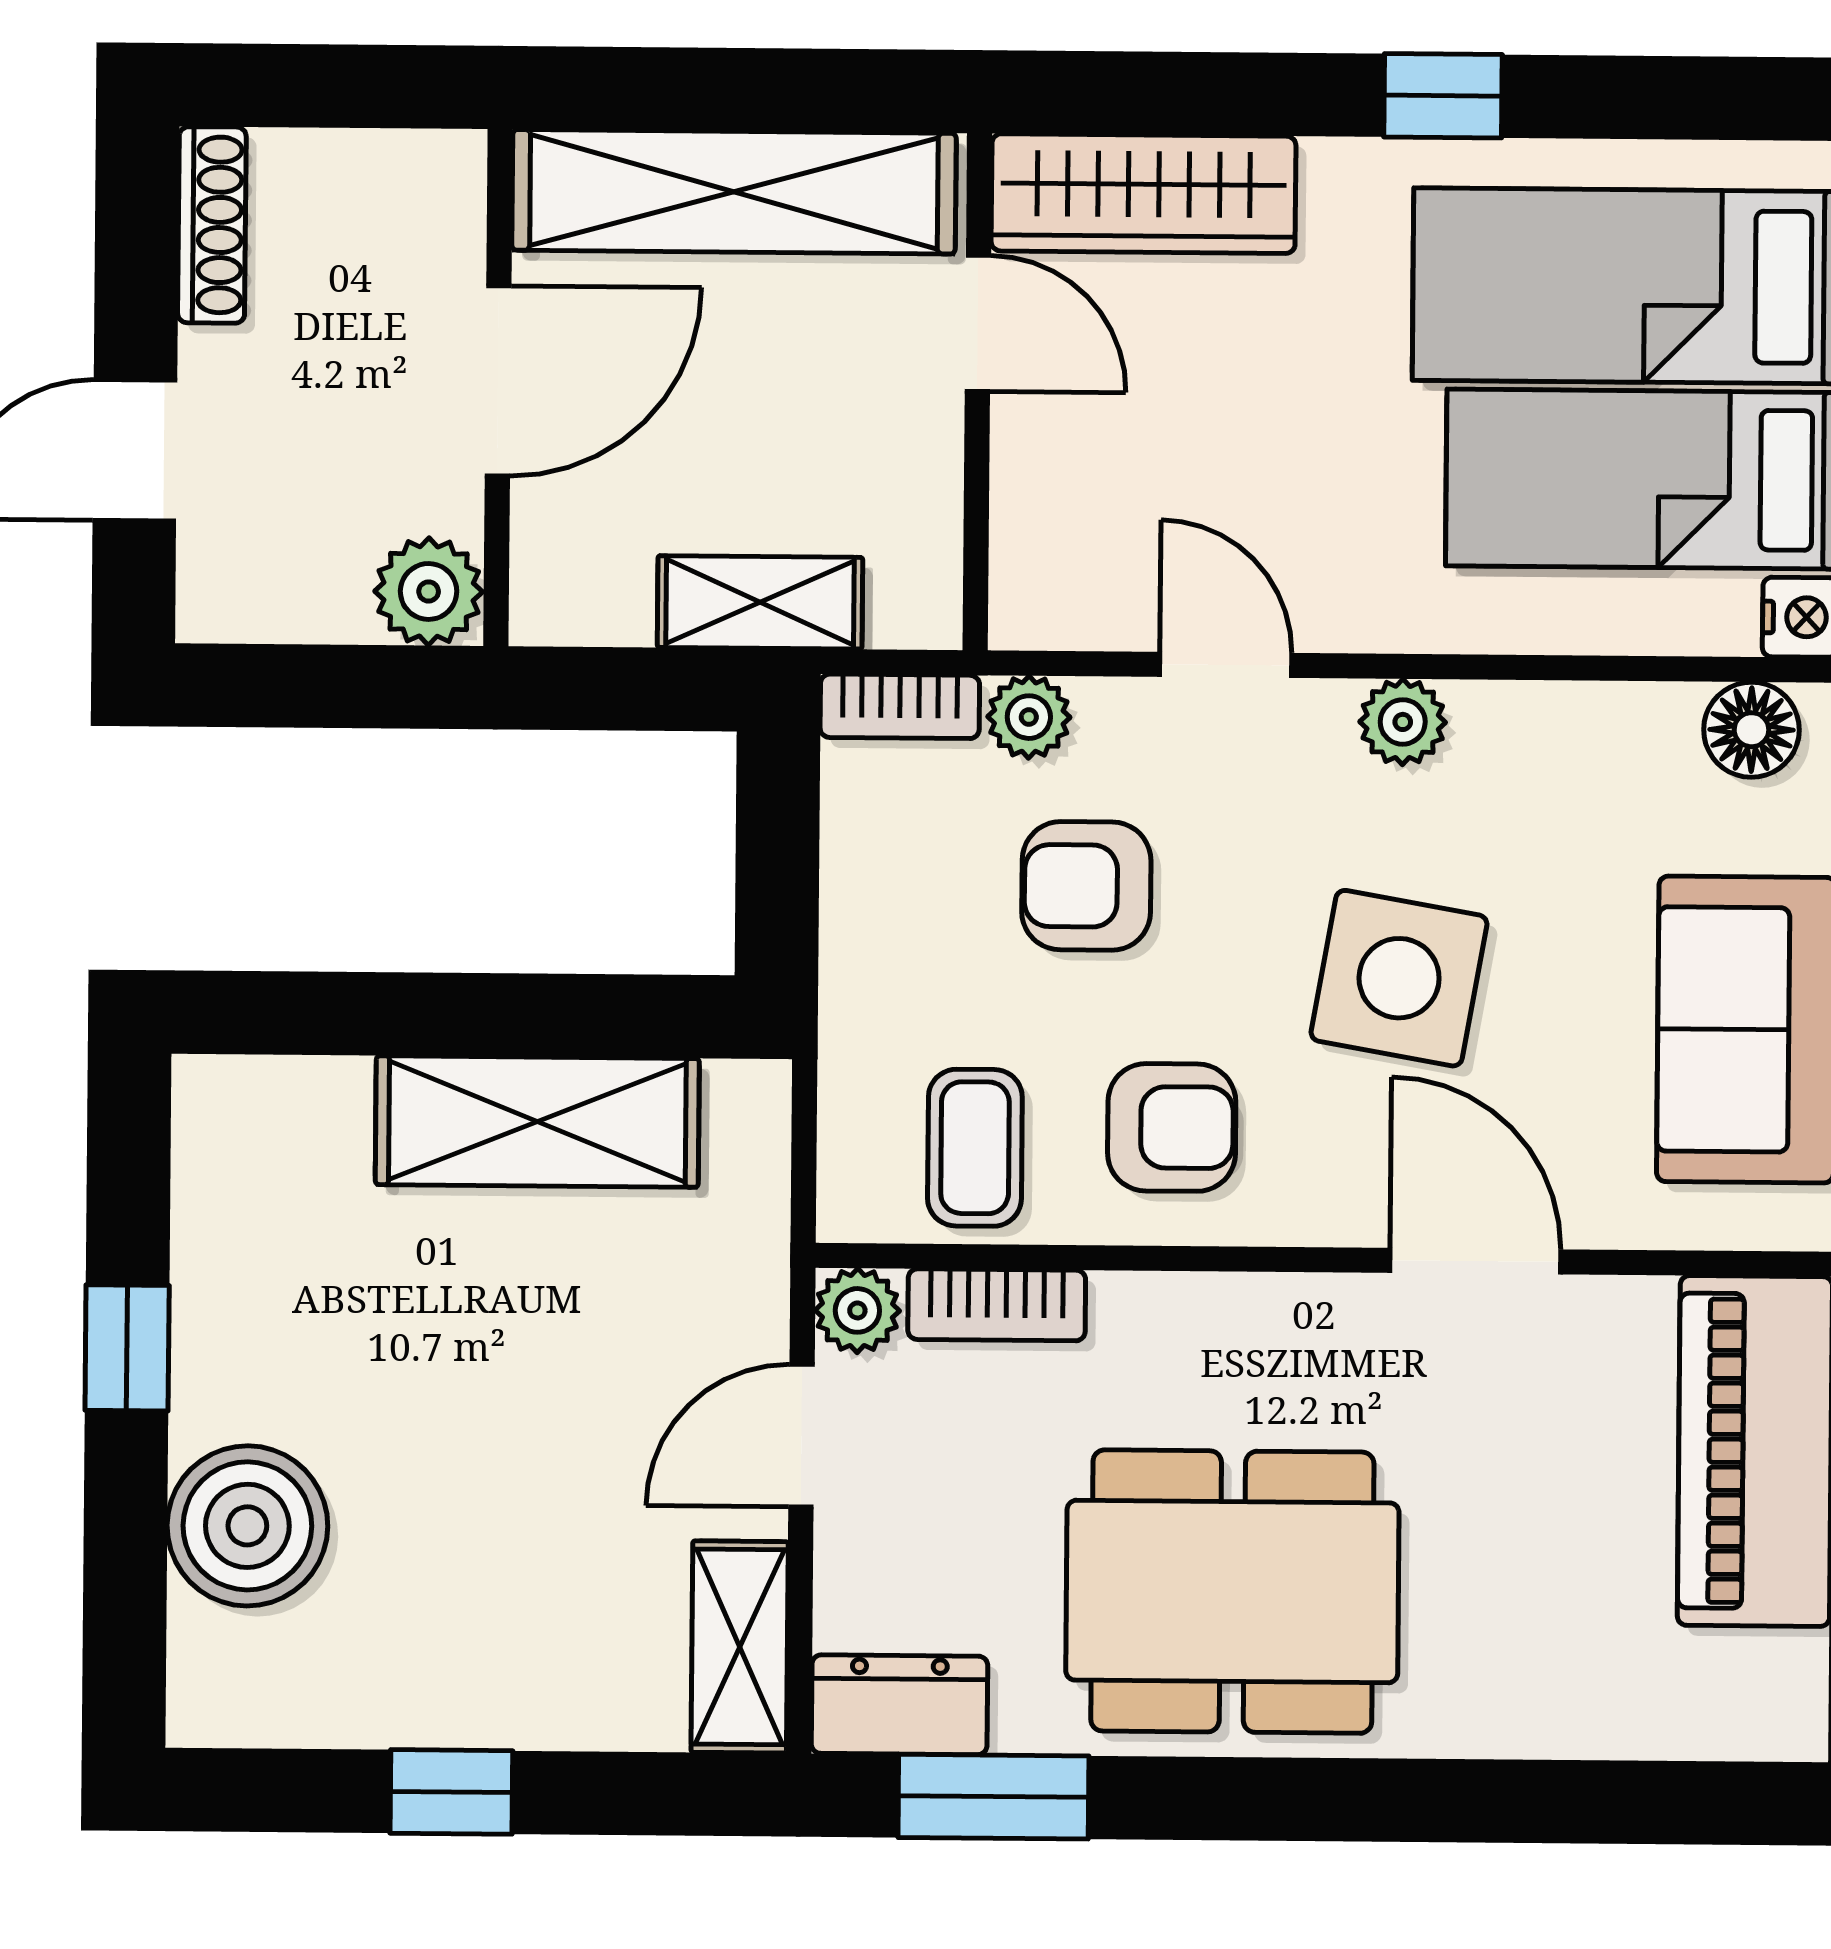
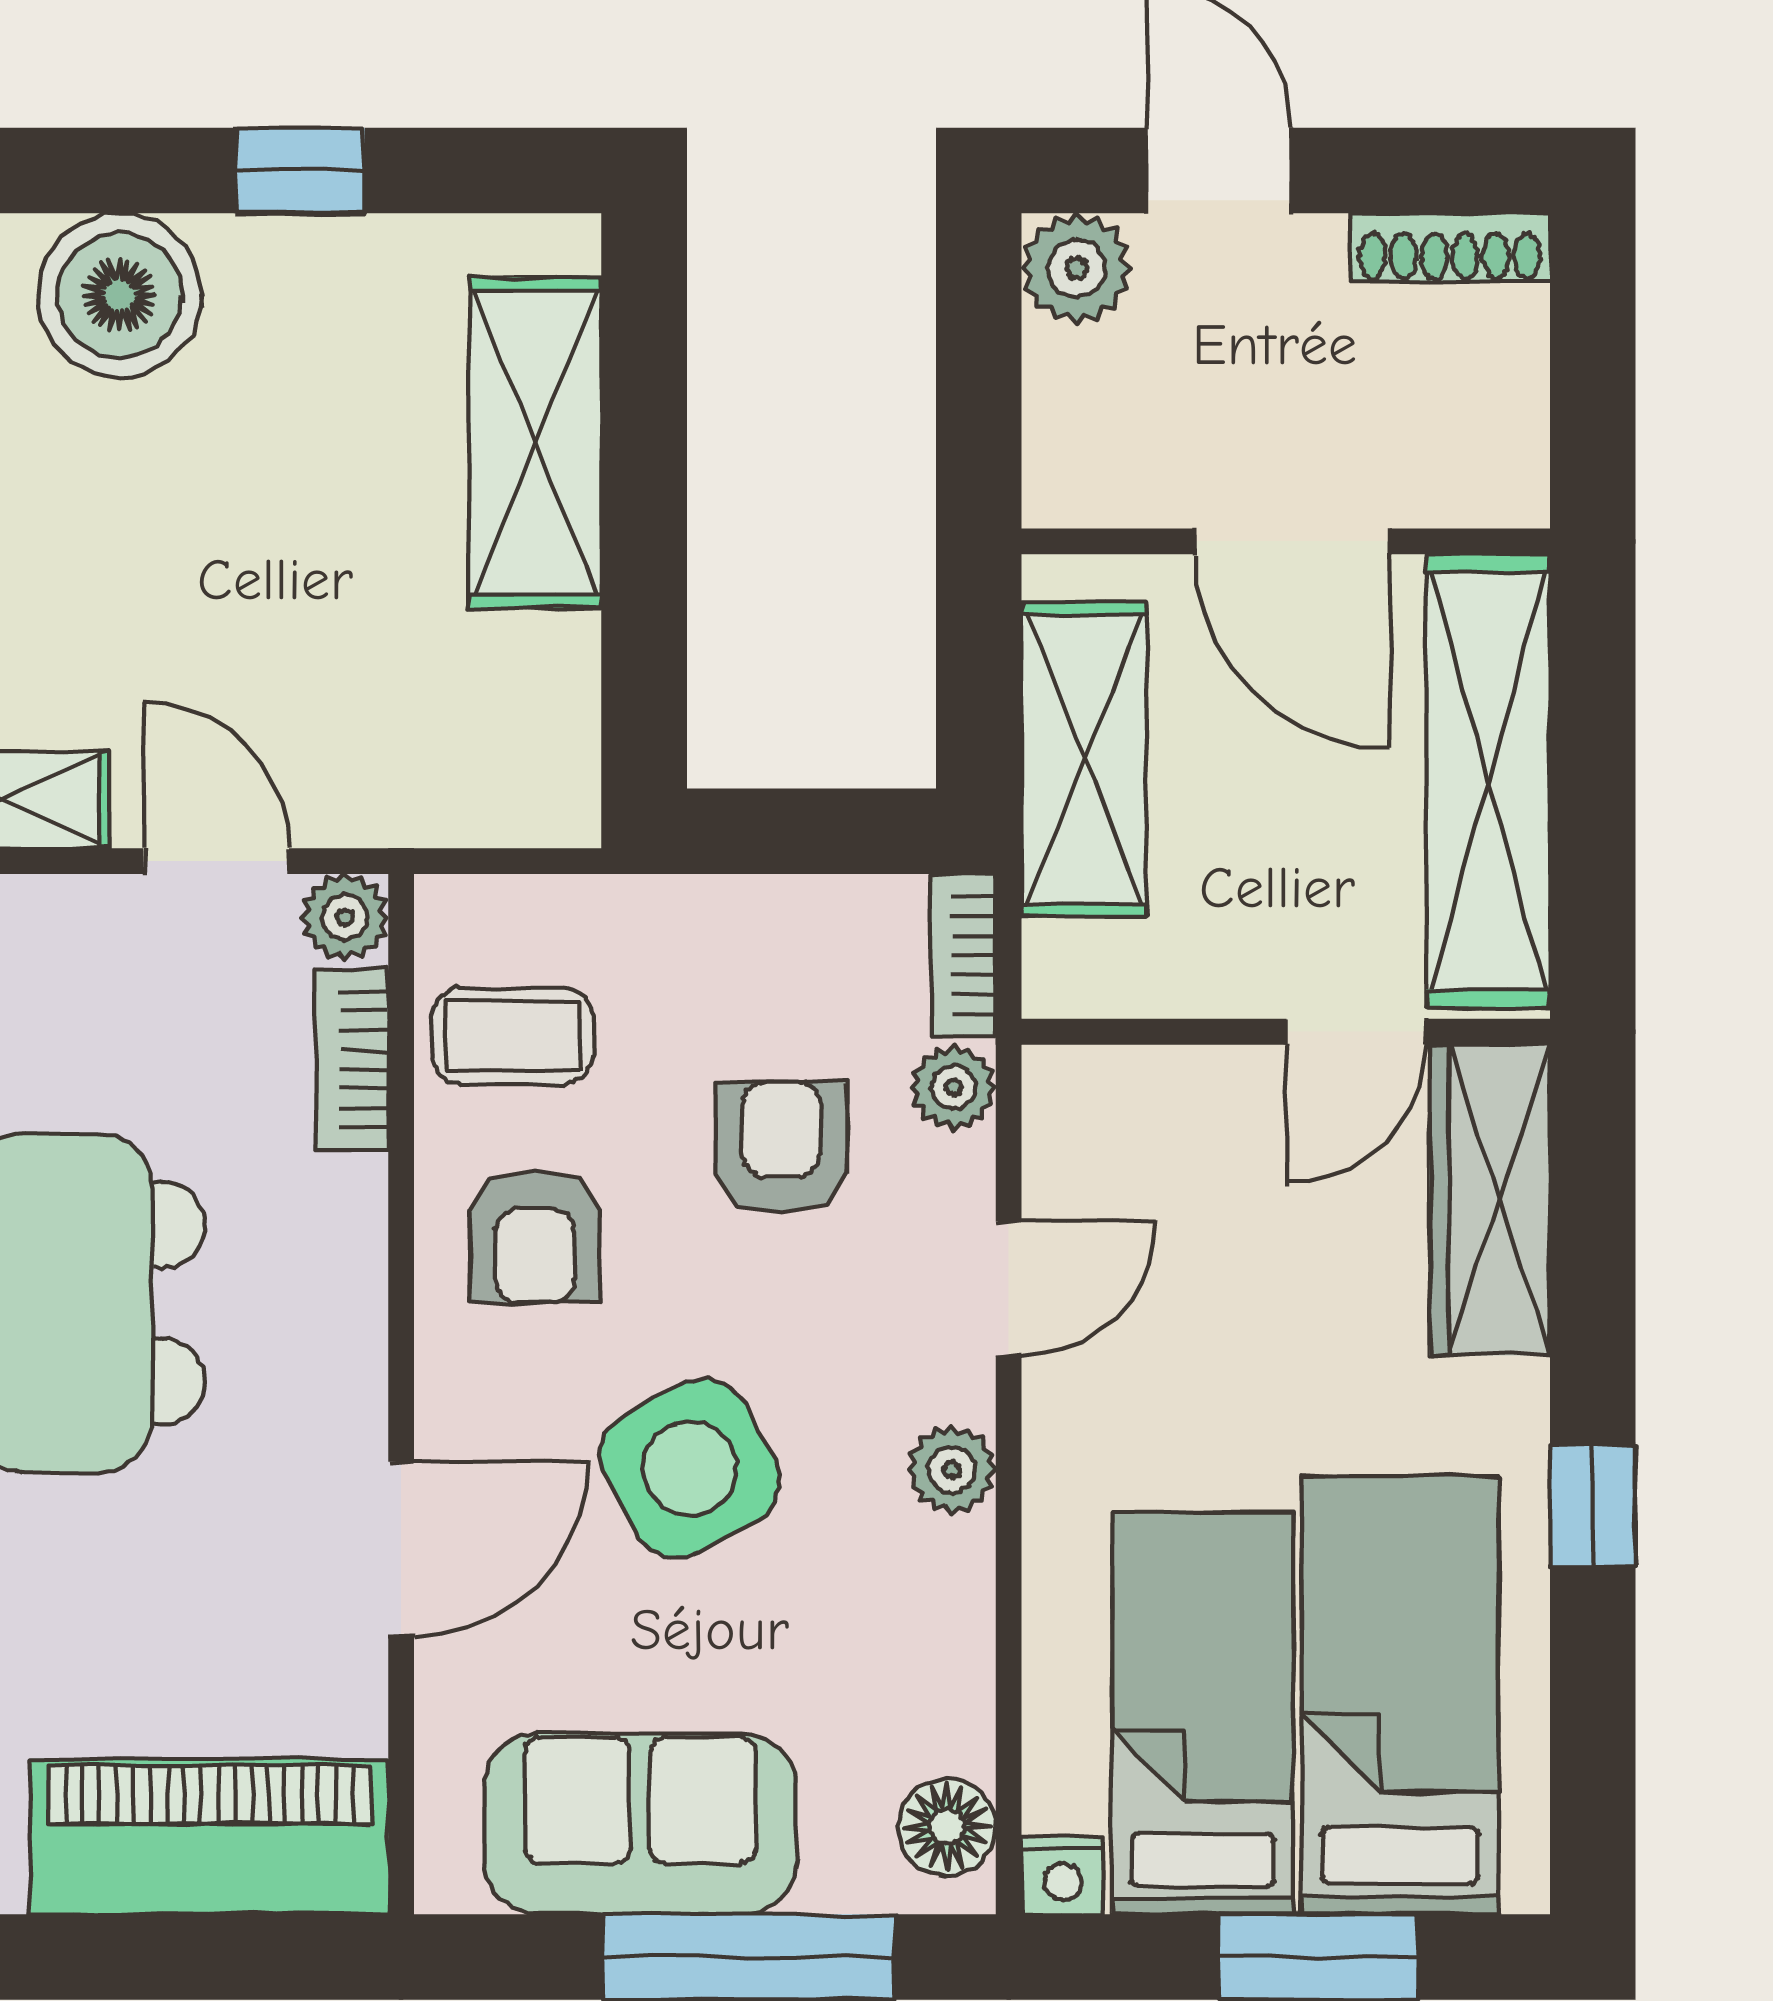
plant: (429, 591) -> (1077, 268), moved
shelving: (760, 602) -> (1084, 759), width x1.50, depth x1.33
side table: (1399, 978) -> (690, 1468), turned -38
shelving: (537, 1122) -> (535, 443), moved

